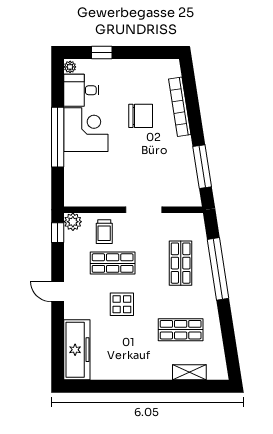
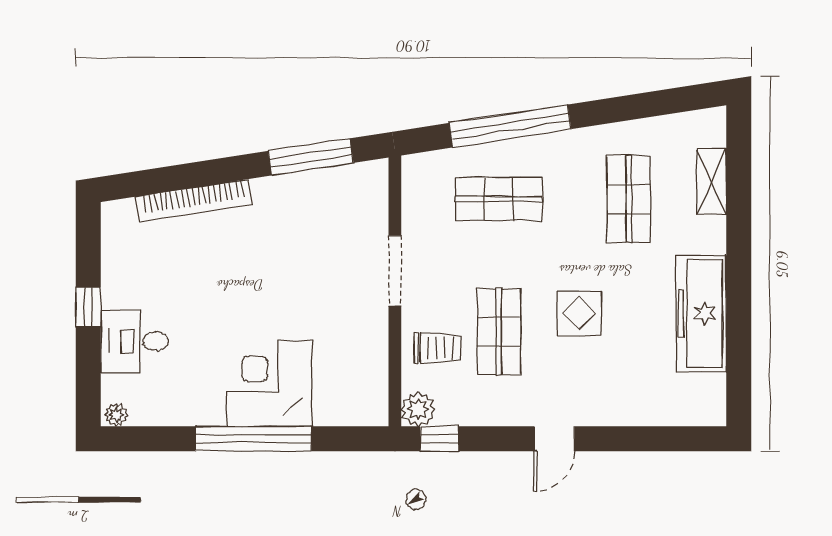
window: (102, 52) -> (88, 307), moved
desk: (81, 90) -> (135, 341), moved, turned 90
chair: (141, 116) -> (212, 277), removed
corner desk: (86, 130) -> (269, 383), moved
freezer: (77, 350) -> (701, 313), moved, turned -90

